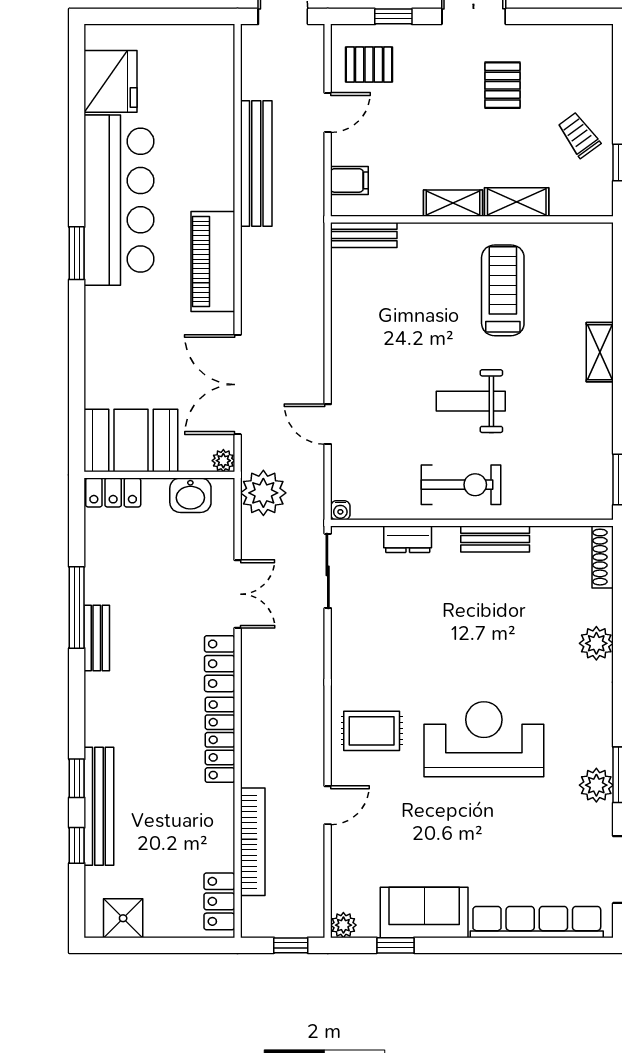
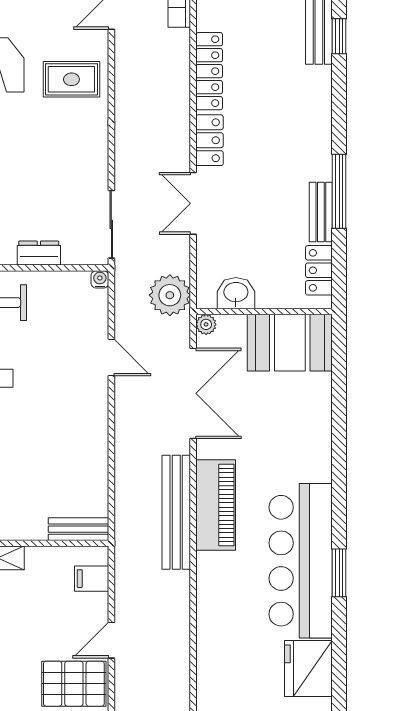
pallet: (369, 65) -> (74, 684), width x1.50, depth x1.42
bench: (256, 164) -> (176, 512), moved
window: (77, 253) -> (339, 573), moved
locker: (113, 492) -> (319, 270), moved, turned -90
bench: (97, 638) -> (321, 212), moved

